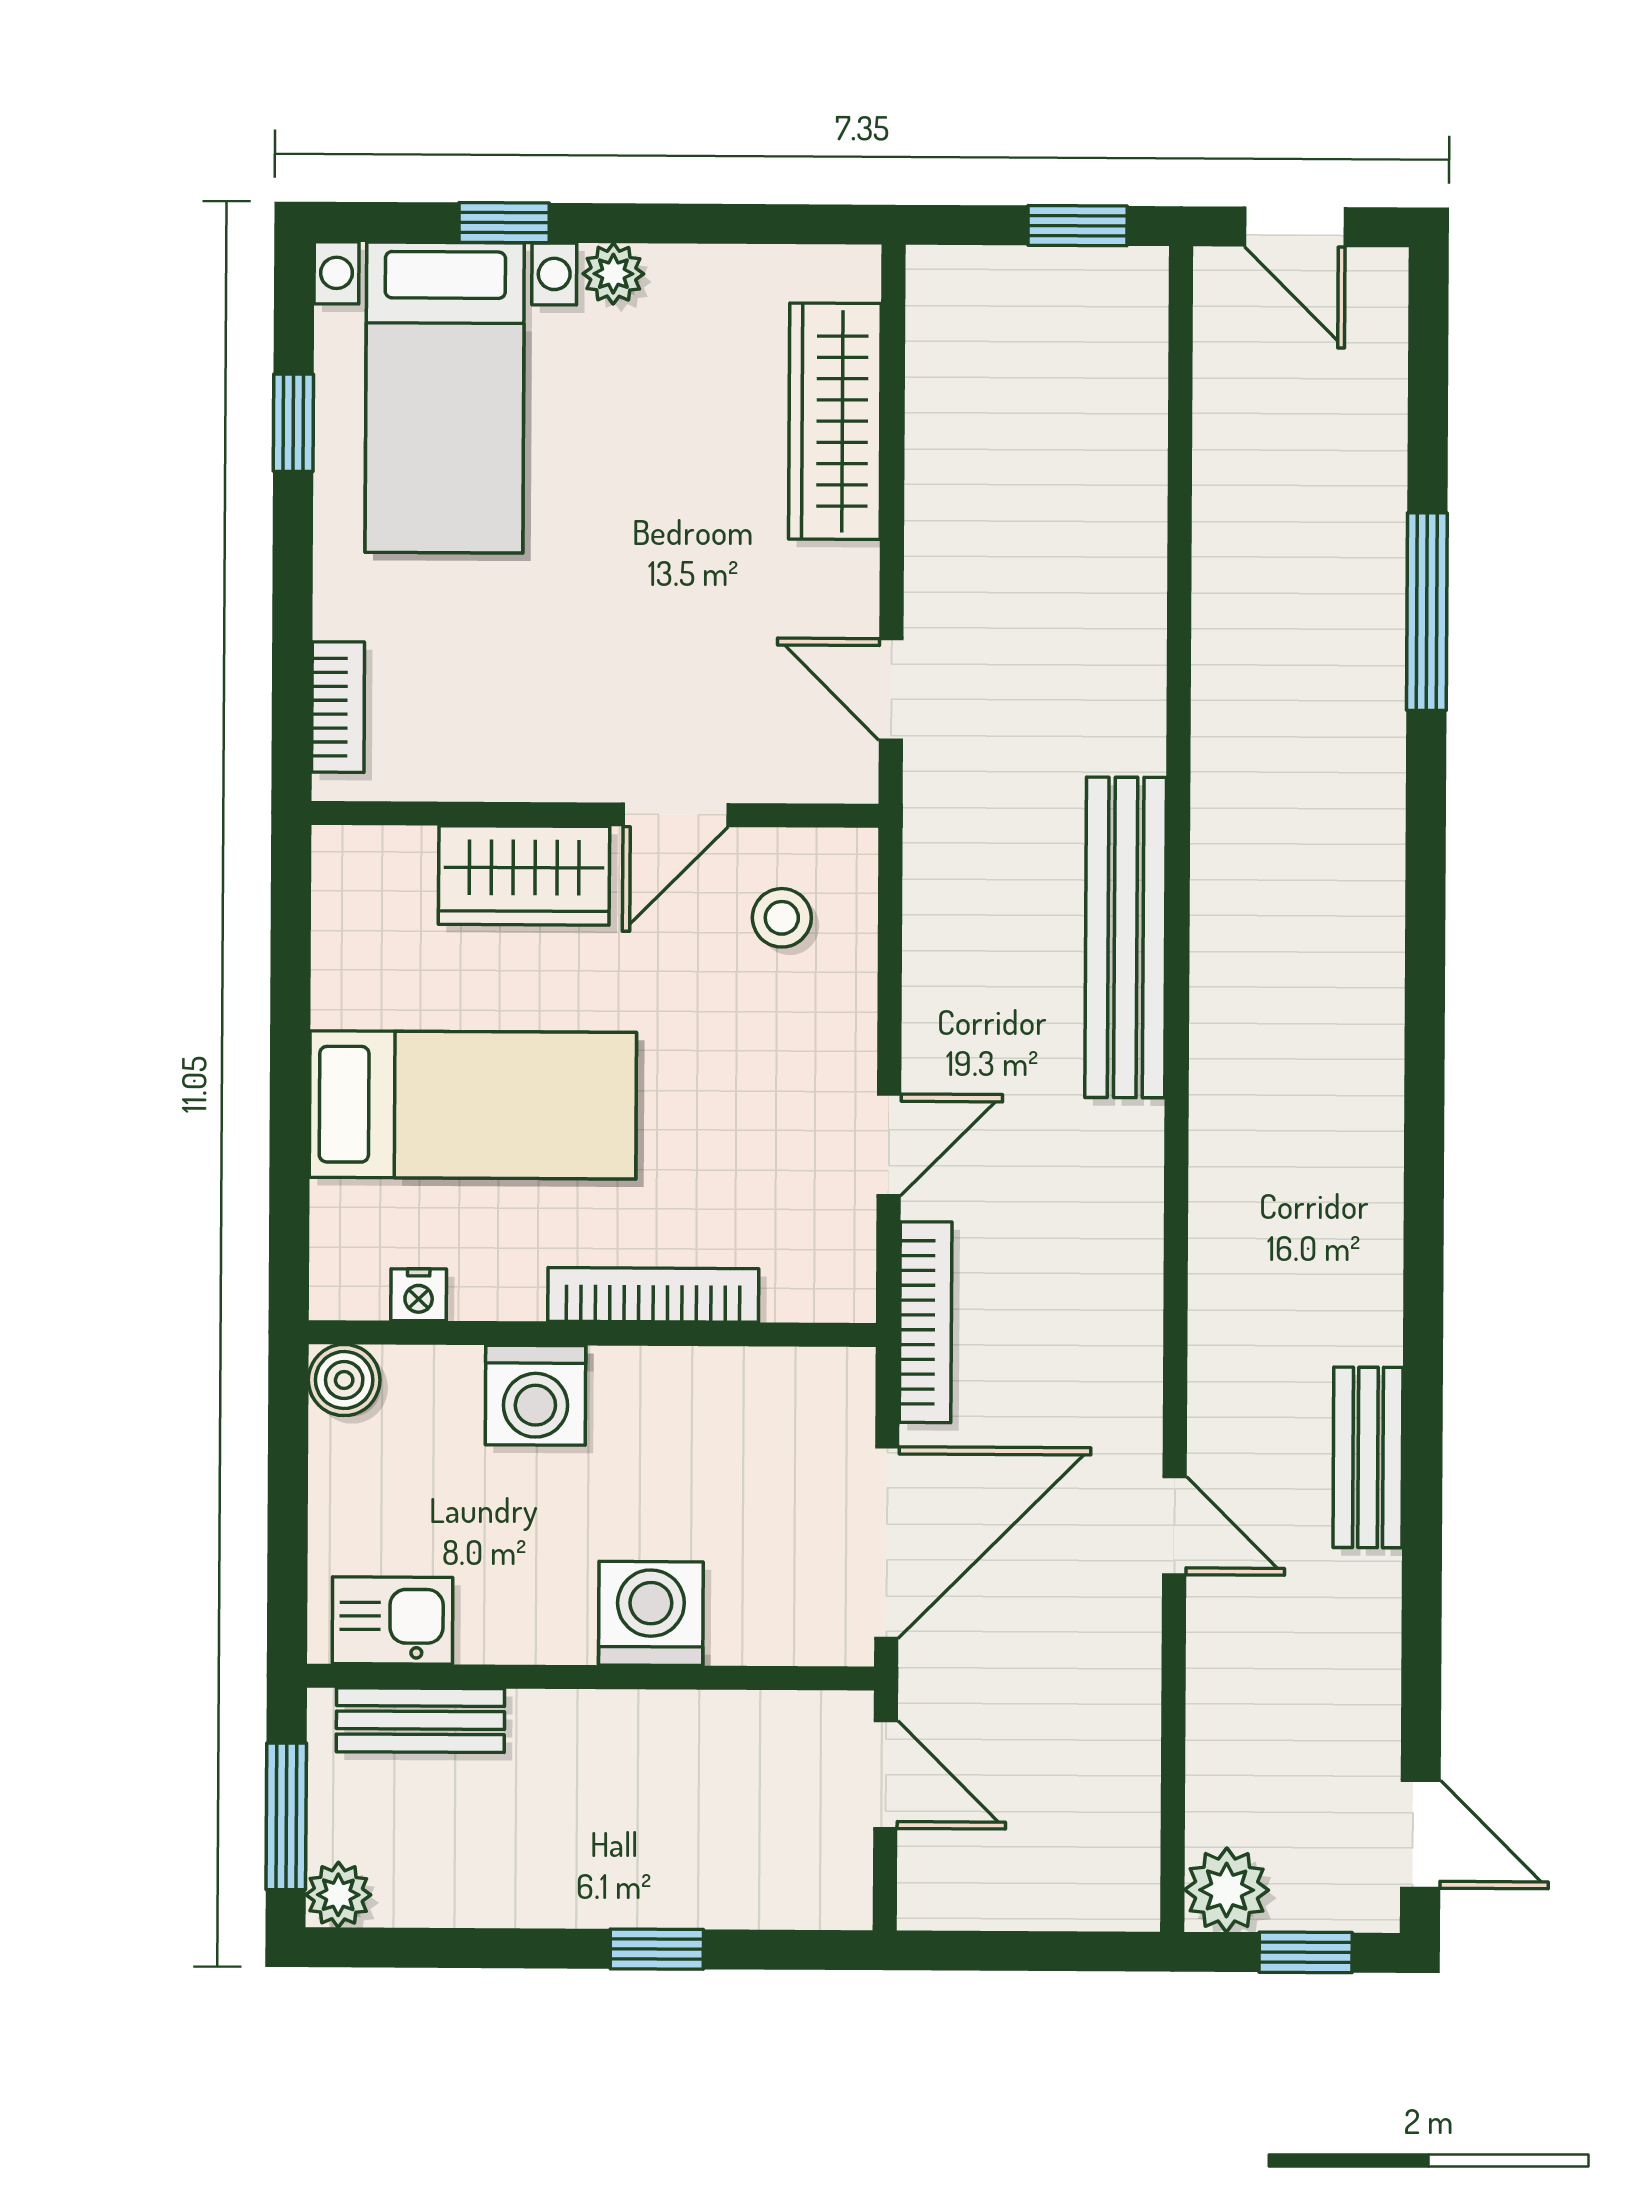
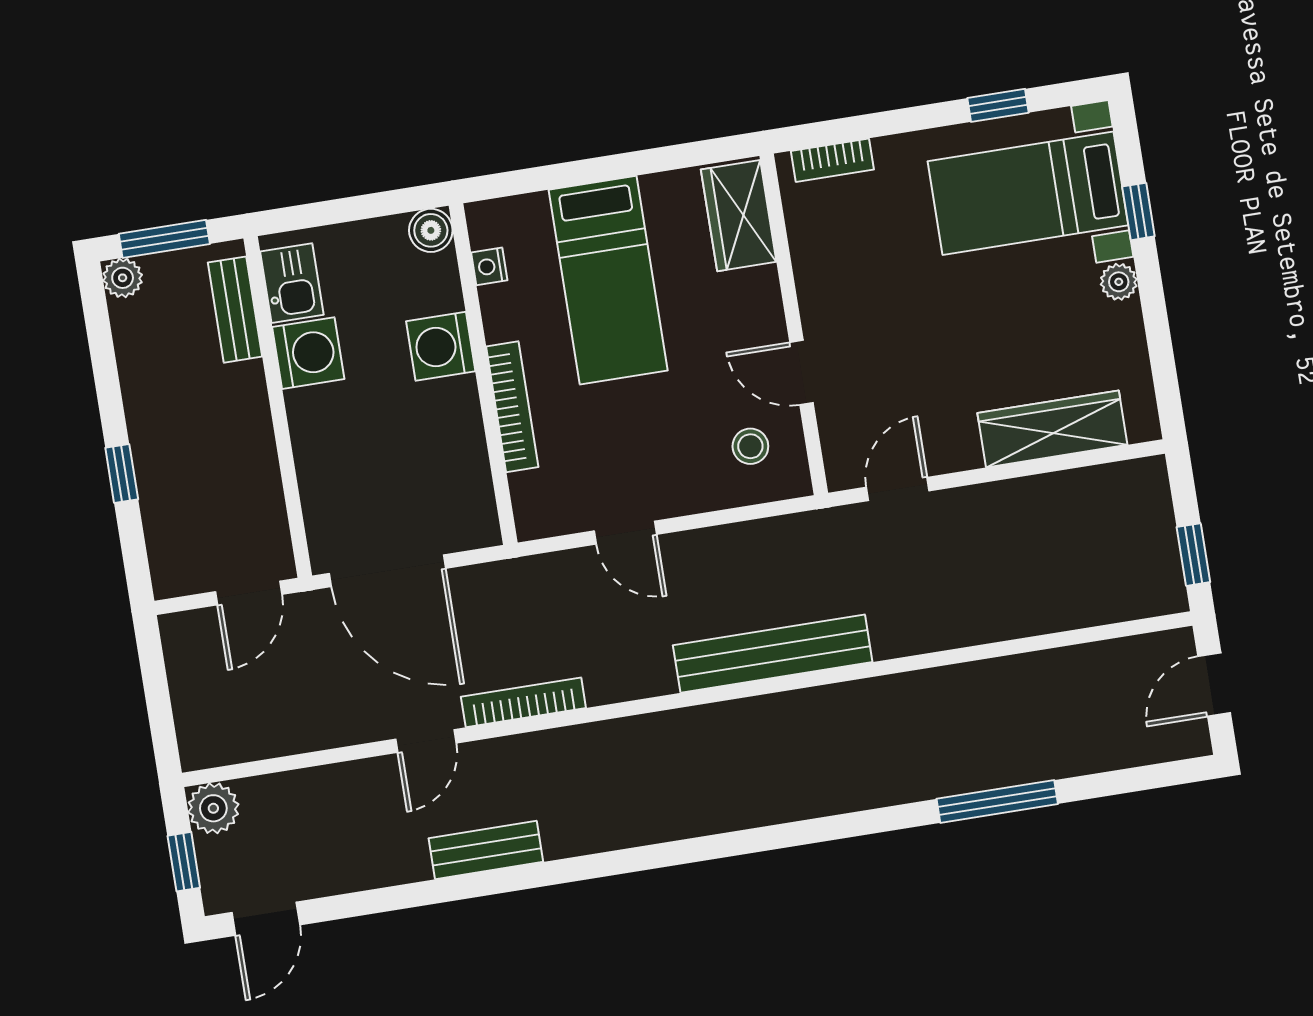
wardrobe: (524, 875) -> (739, 216), moved
bookcase: (926, 1322) -> (523, 702), moved, turned 180
washing machine: (651, 1613) -> (308, 353), moved

